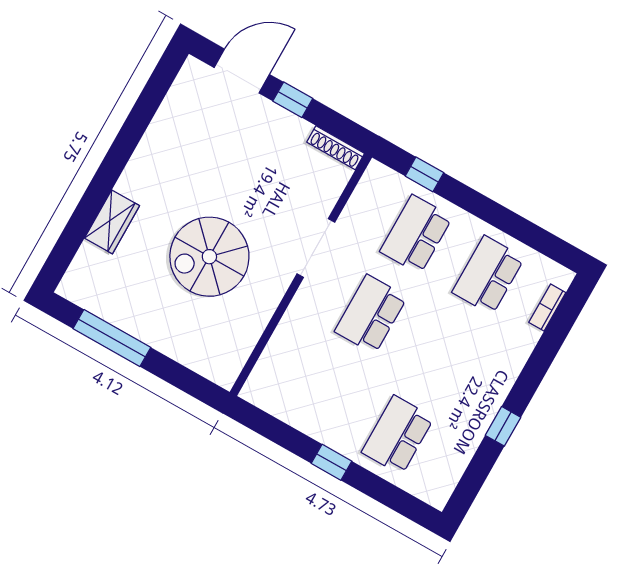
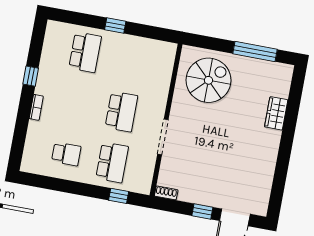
shoe rack: (336, 148) -> (166, 193), width x0.70
spiral stairs: (209, 257) -> (209, 80), moved
school desk: (488, 275) -> (66, 154), width x0.54
bookcase: (547, 308) -> (36, 107), moved

